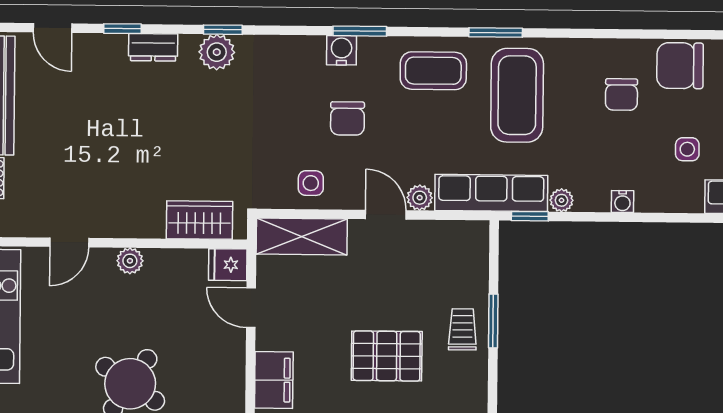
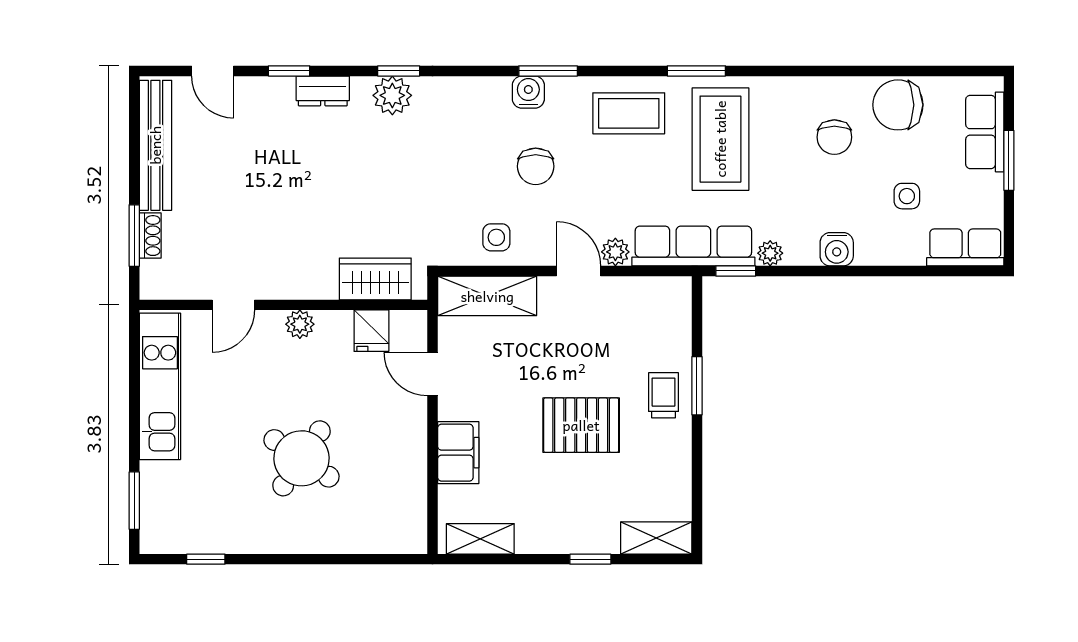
water cooler: (622, 201) -> (837, 249), width x1.38, depth x1.38
fridge: (228, 265) -> (371, 331), moved, turned -90

